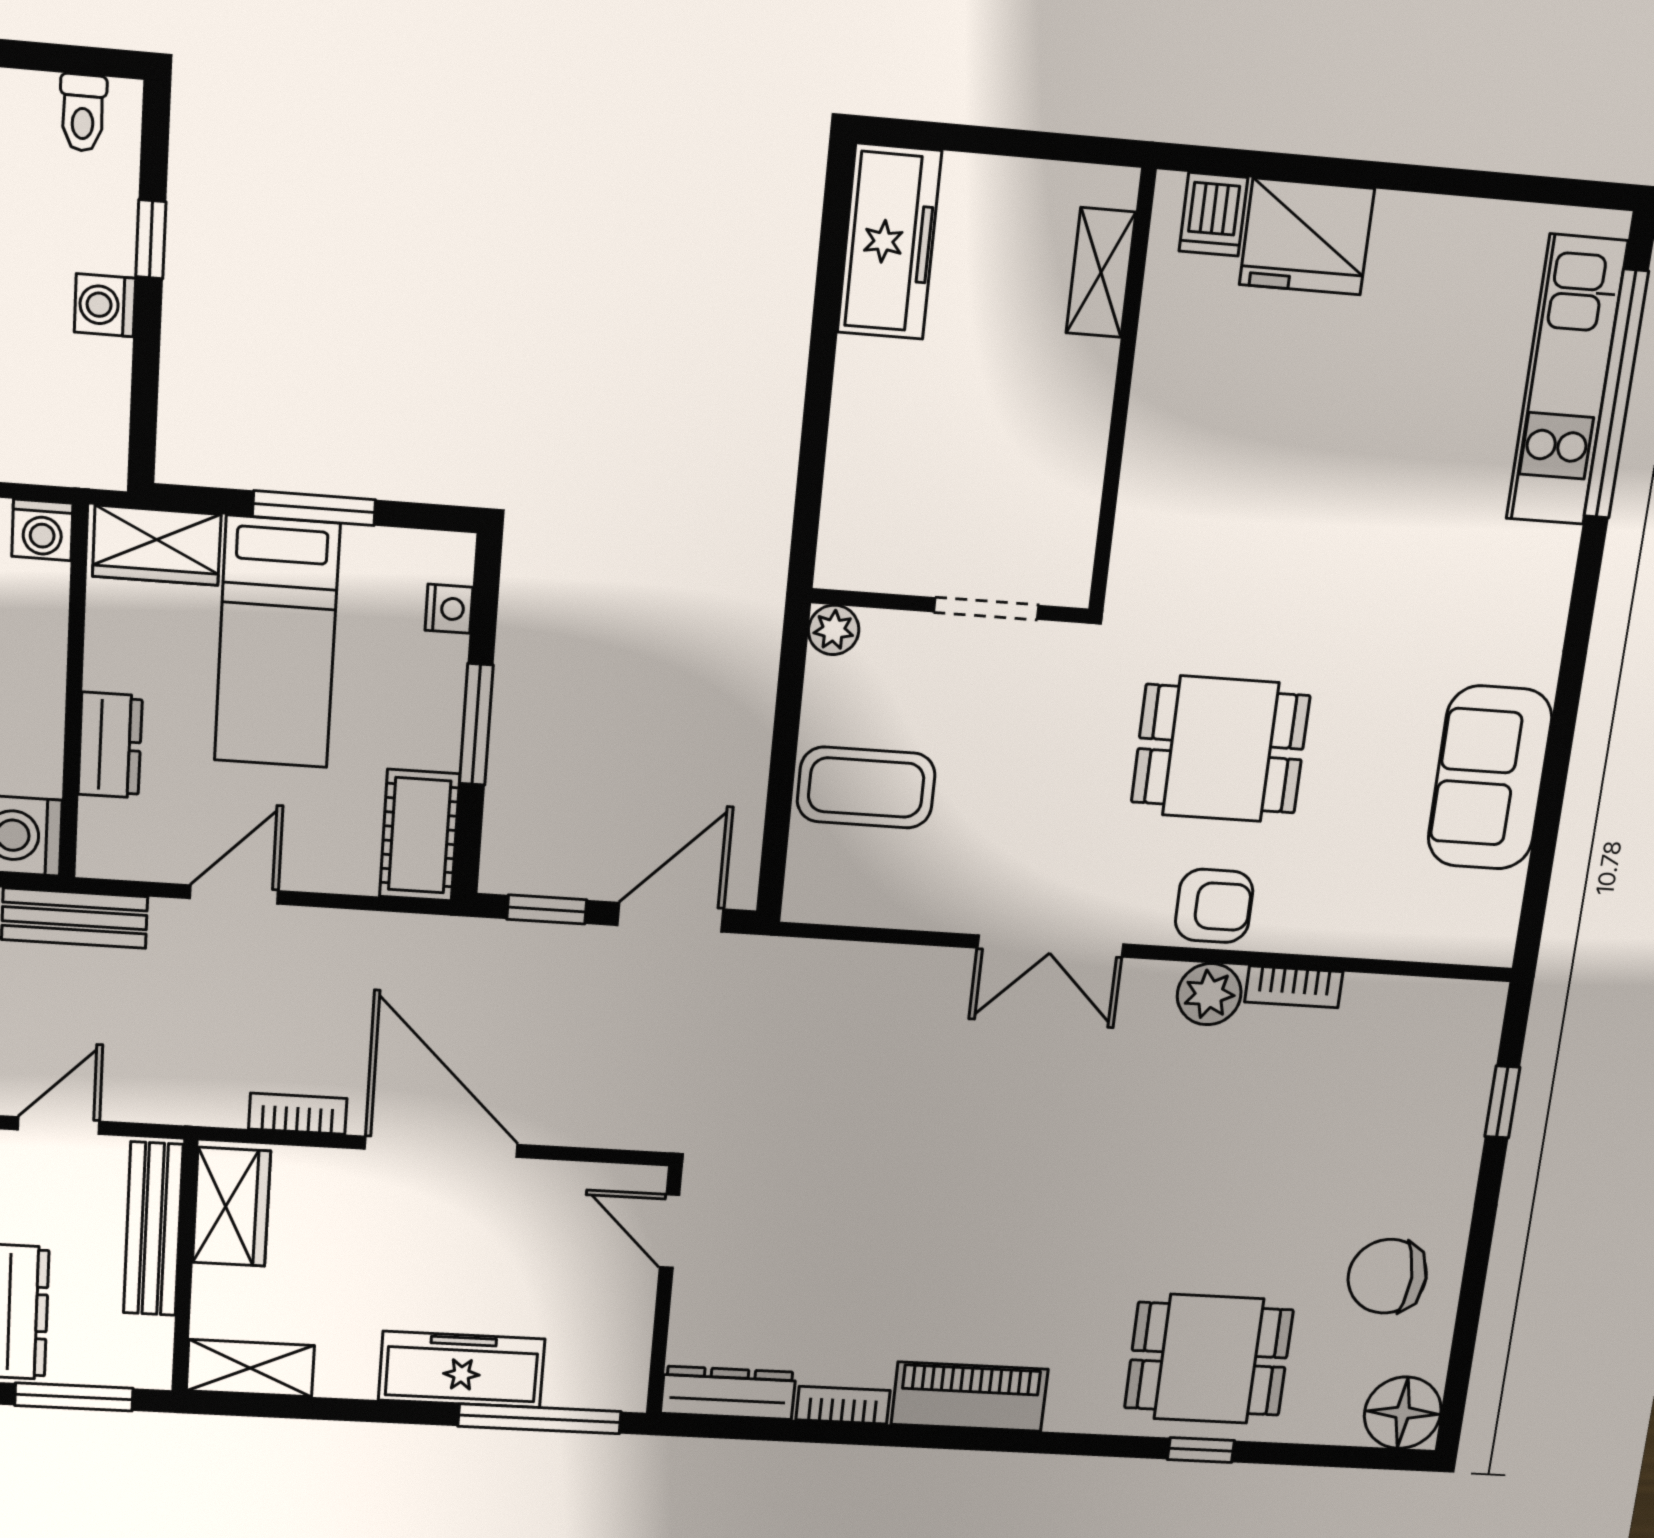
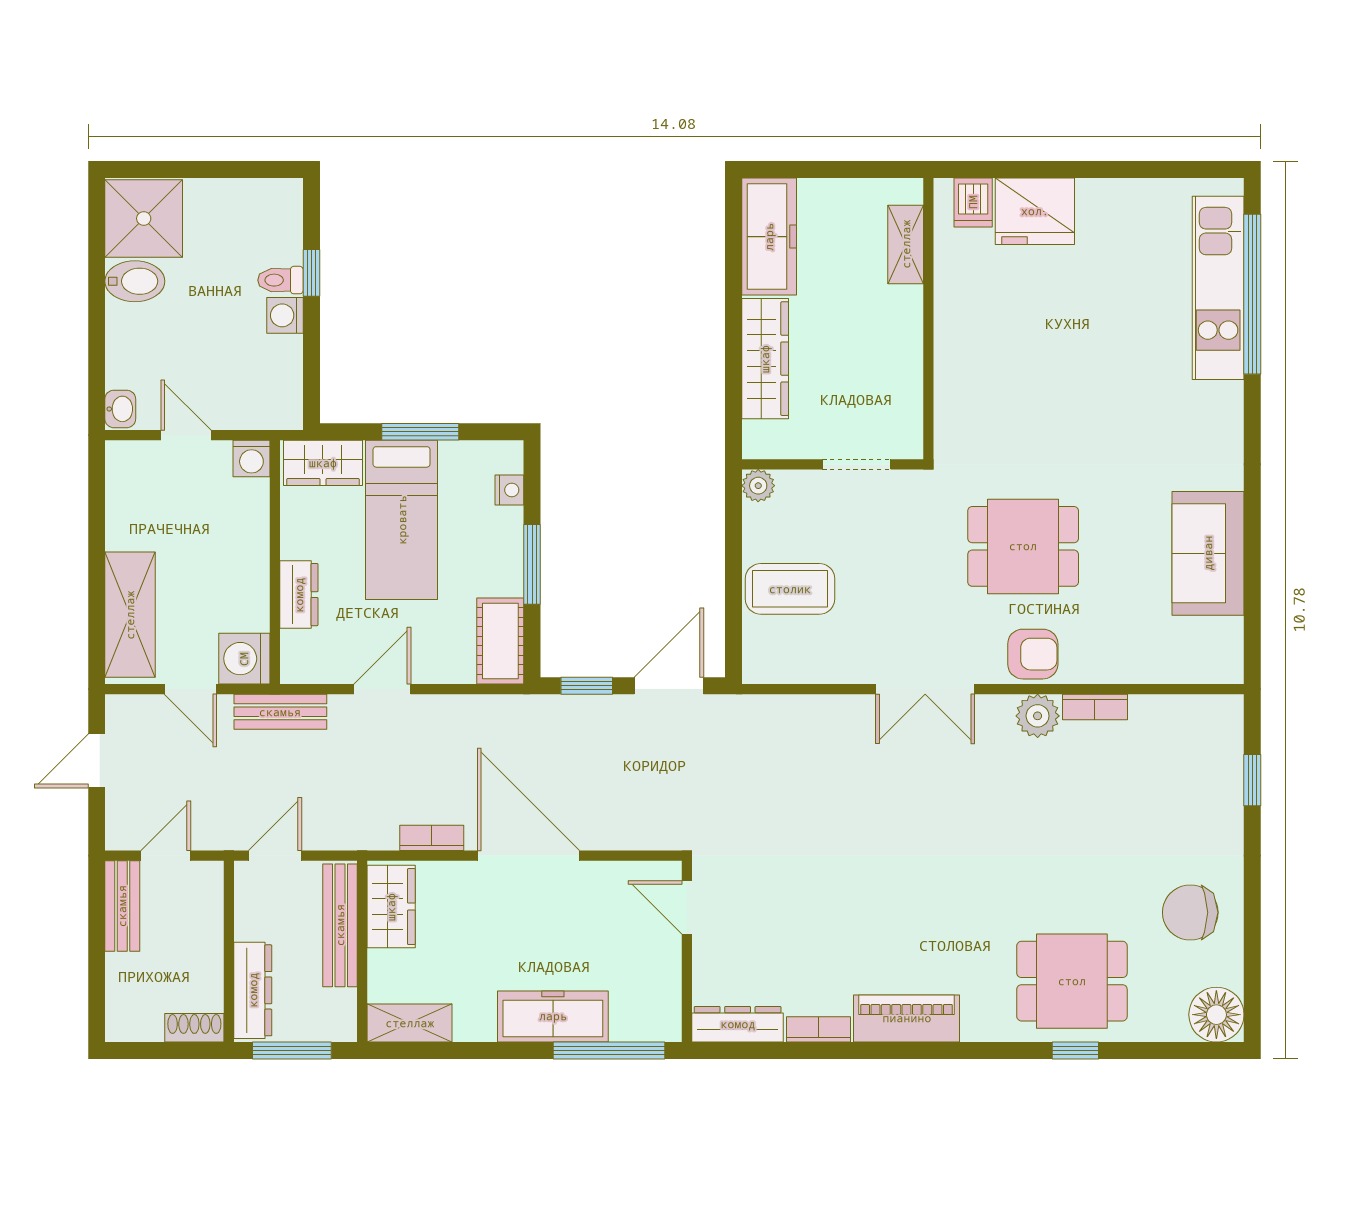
toilet: (83, 113) -> (280, 280), moved, turned 90
wardrobe: (864, 435) -> (765, 359), added

